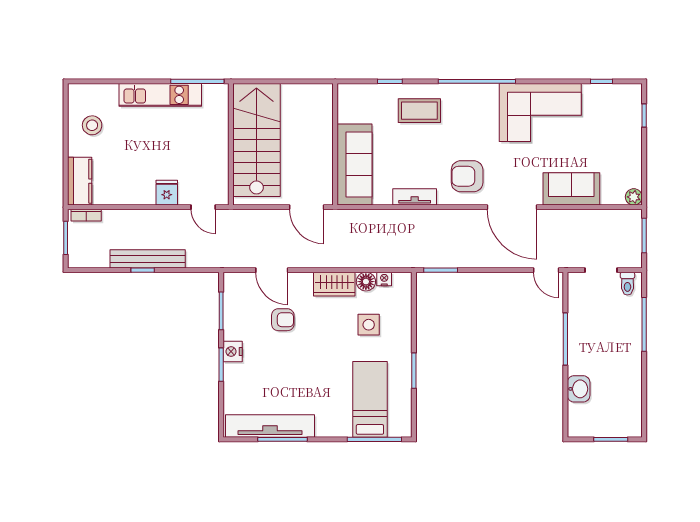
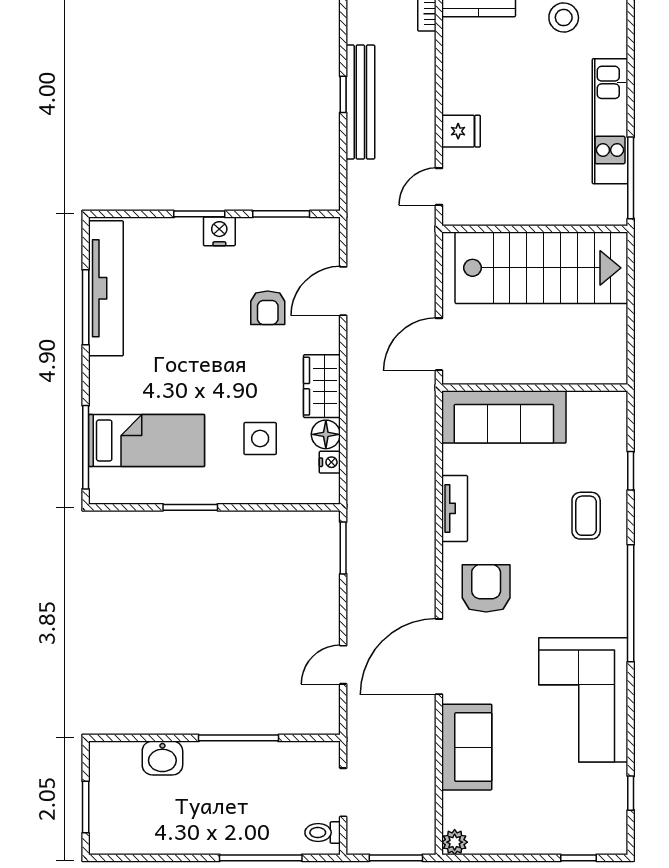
coffee table: (419, 111) -> (586, 516), width x0.73, depth x0.77
door: (546, 270) -> (343, 665), moved

